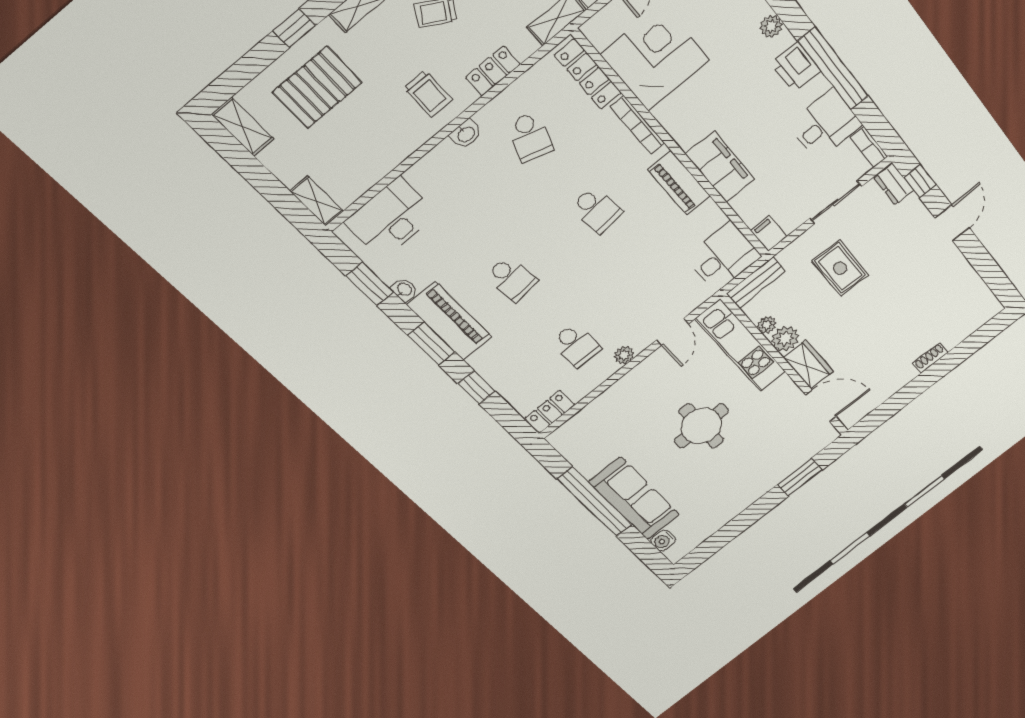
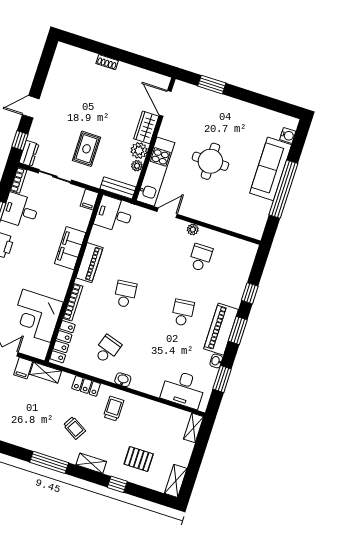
pallet: (317, 87) -> (139, 459), width x0.67, depth x0.71
locker: (550, 412) -> (244, 247), removed

